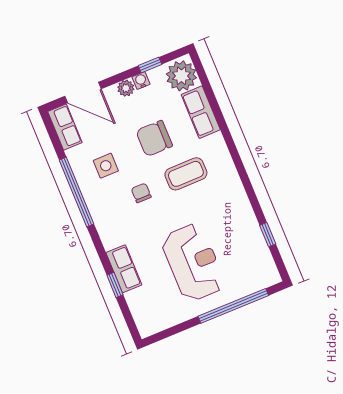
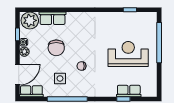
coffee table: (186, 174) -> (81, 39), removed
row of seats: (124, 269) -> (129, 91), moved

